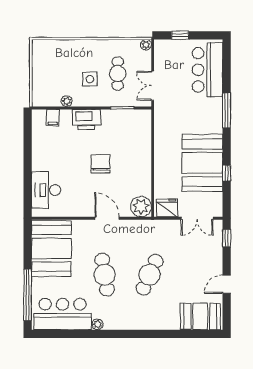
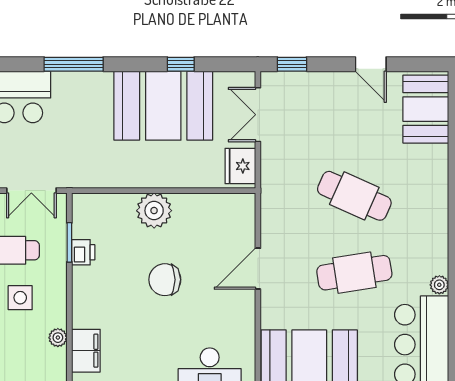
filing cabinet: (53, 118) -> (86, 351), width x2.00
printer: (86, 119) -> (83, 252), moved, width x0.53, depth x0.68
plant: (141, 207) -> (154, 211), moved
double door: (197, 218) -> (258, 115), swing flipped

